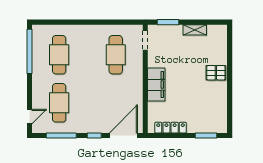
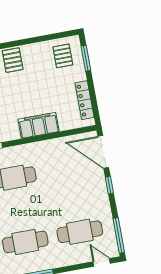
pallet: (212, 116) -> (63, 56), added
window: (61, 135) -> (119, 235), moved

